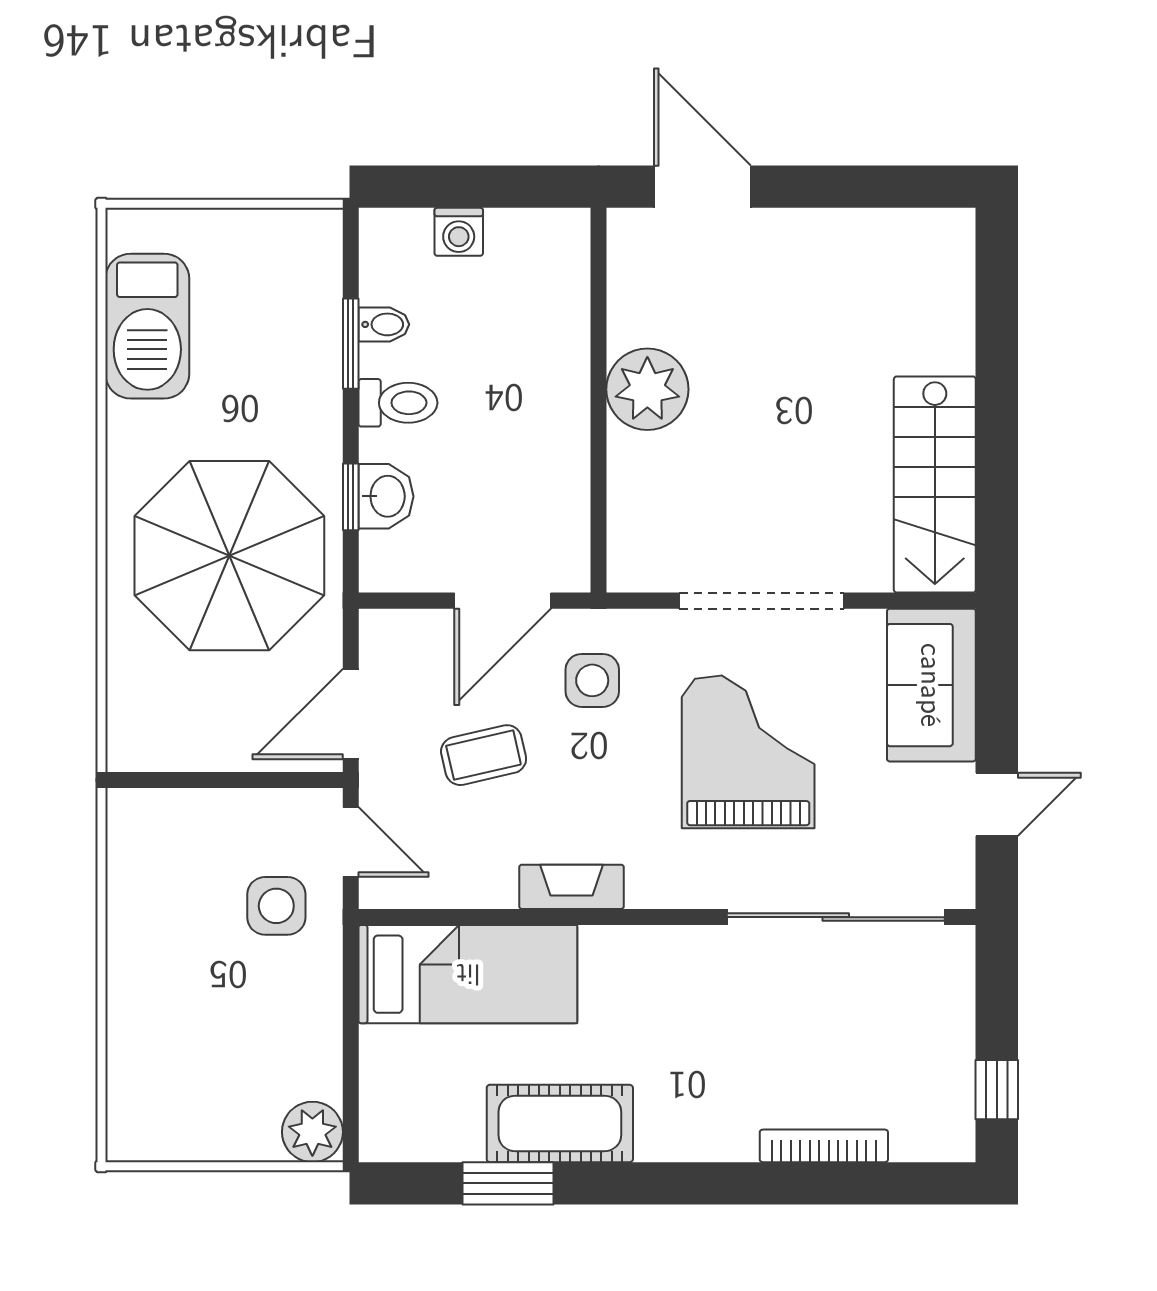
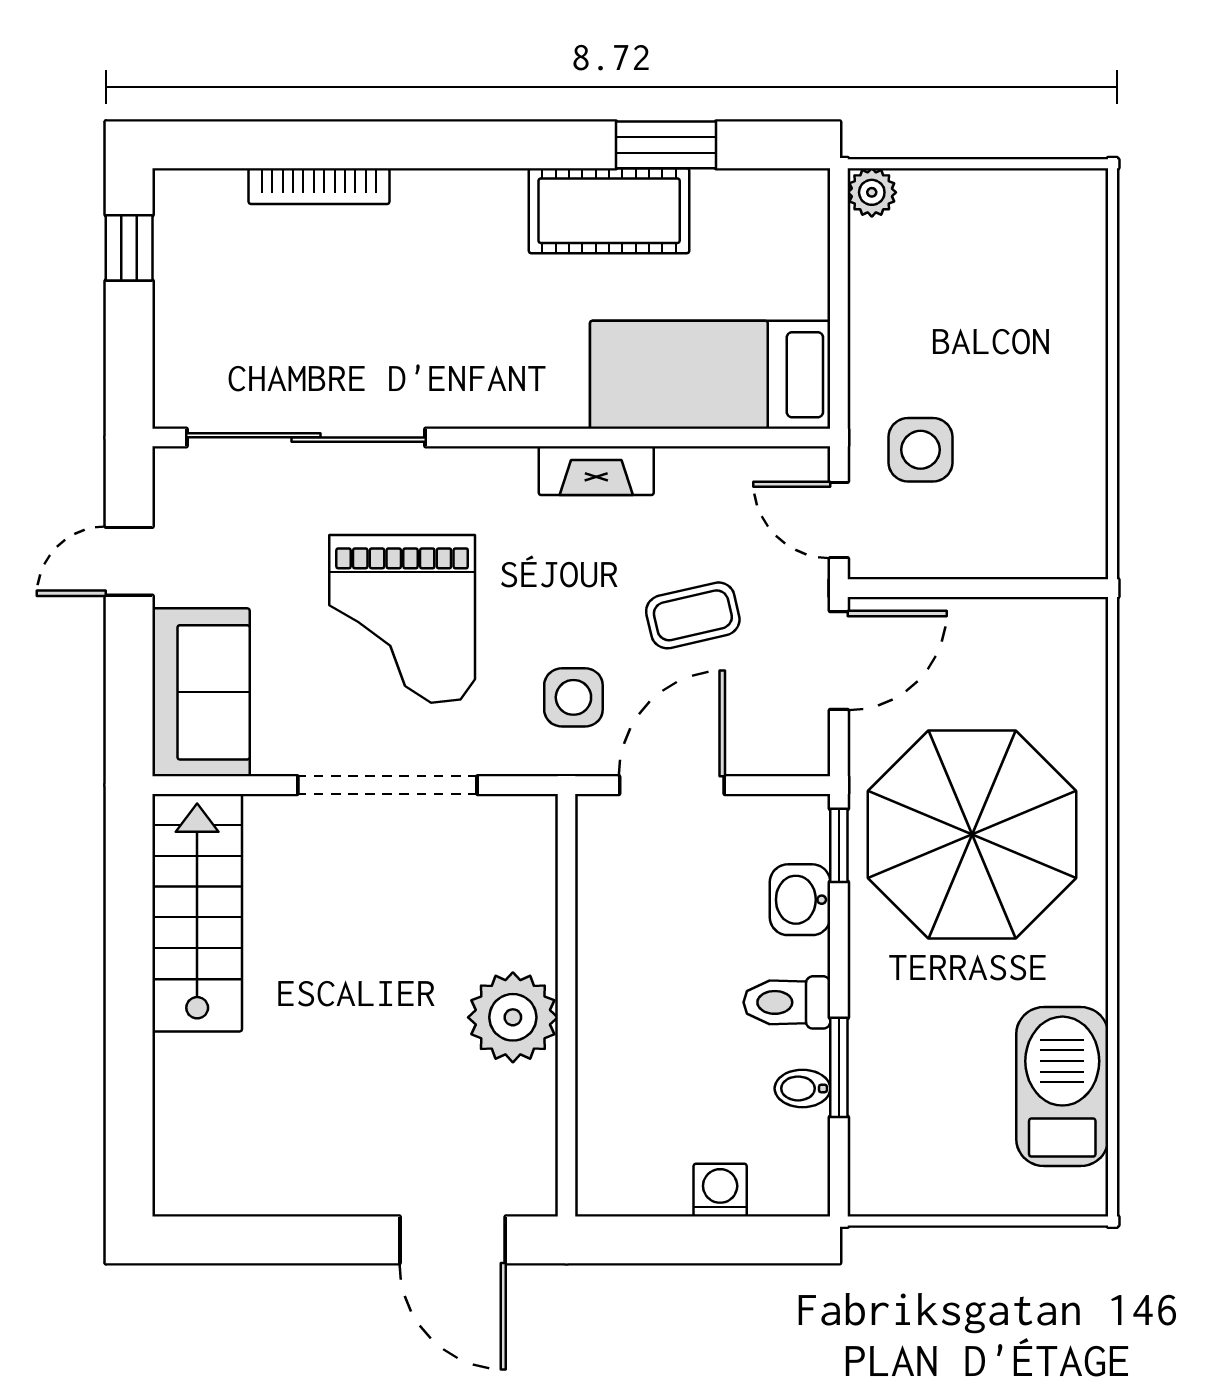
window: (351, 497) -> (839, 845), moved
plant: (312, 1132) -> (872, 192), width x0.73, depth x0.73

